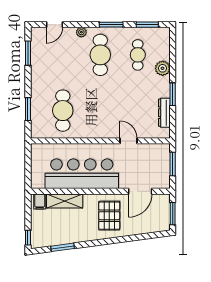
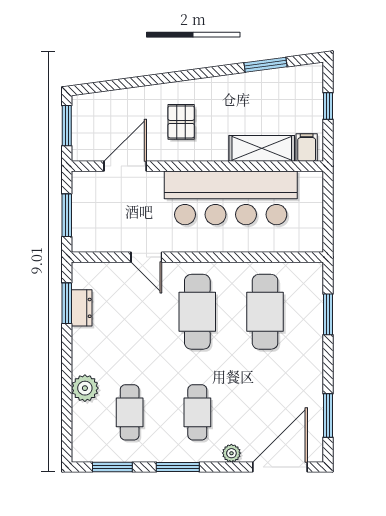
door: (54, 25) -> (280, 467), width x1.87
cafe table: (100, 55) -> (197, 412), width x0.73, depth x0.74
window: (173, 94) -> (67, 303), moved
cafe table: (100, 111) -> (197, 312), added
dresser: (164, 113) -> (82, 308), width x0.70
pallet: (109, 216) -> (181, 122), width x0.67, depth x0.71
window: (28, 238) -> (328, 106), moved

